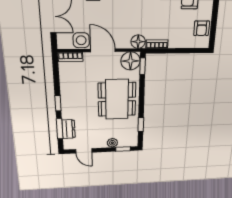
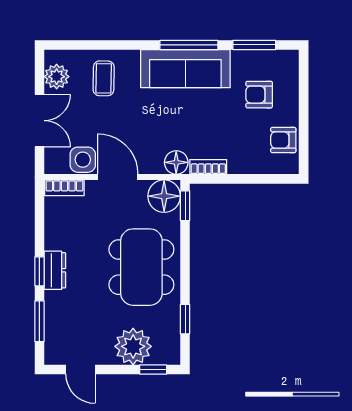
armchair: (202, 28) -> (283, 140), turned 90
dresser: (69, 129) -> (55, 270), moved
plant: (112, 143) -> (133, 346), width x1.88, depth x1.88

